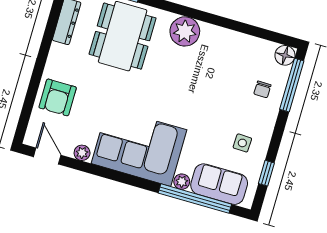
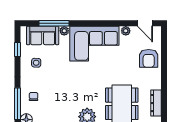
armchair: (58, 97) -> (149, 58), turned 180
window: (195, 199) -> (54, 23), width x0.68

